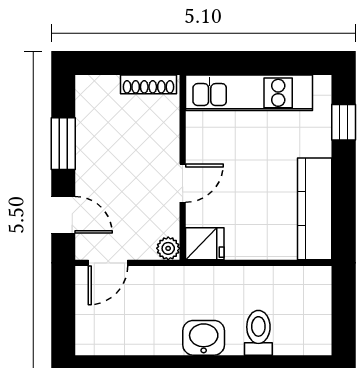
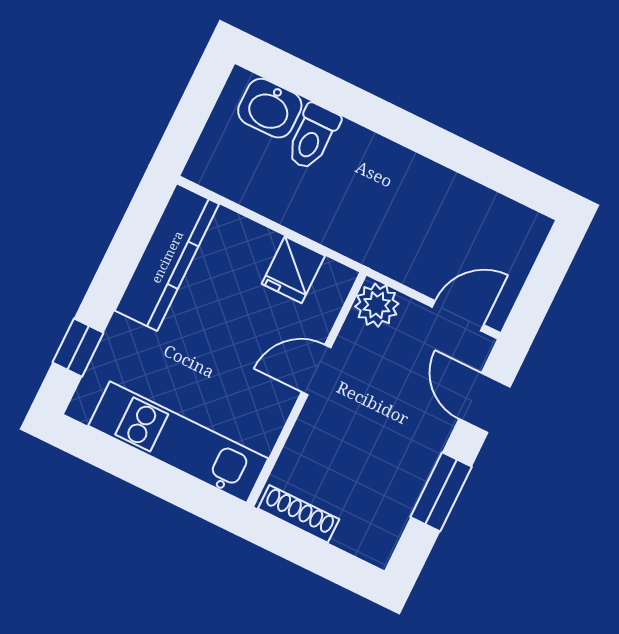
fridge: (205, 244) -> (293, 270), moved, turned -90
plant: (168, 248) -> (377, 305), width x1.38, depth x1.38
washbasin: (204, 338) -> (270, 108), moved

